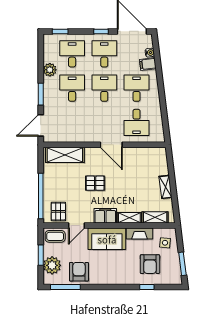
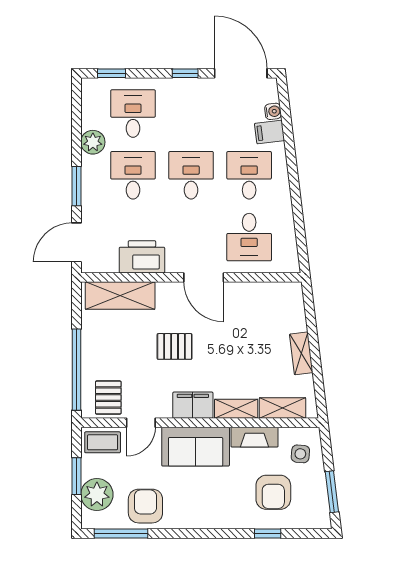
desk: (104, 54) -> (191, 114), removed
printer: (77, 133) -> (142, 257), added

